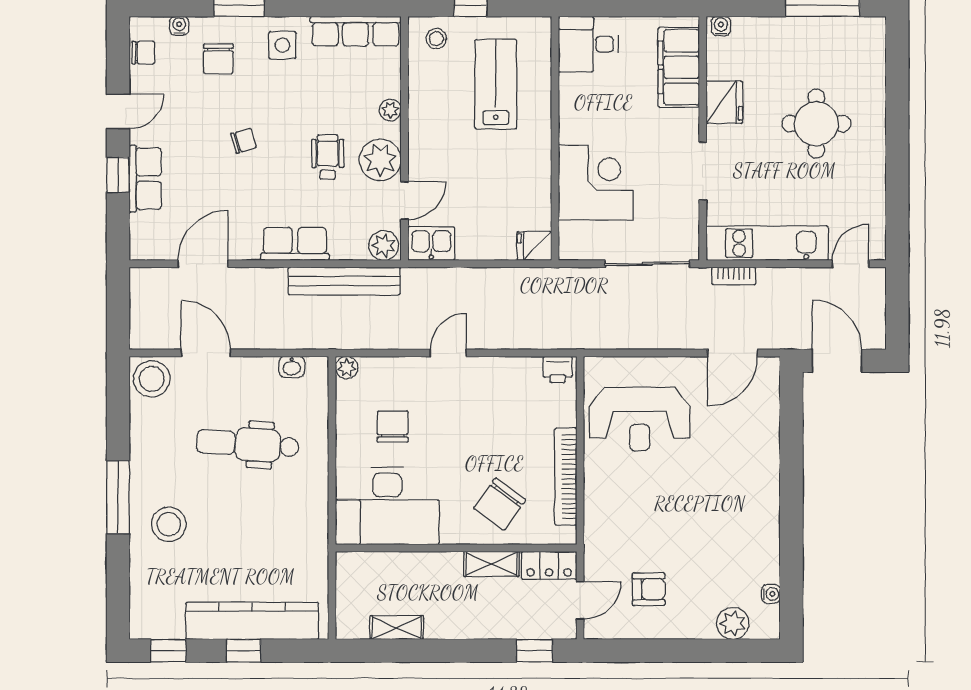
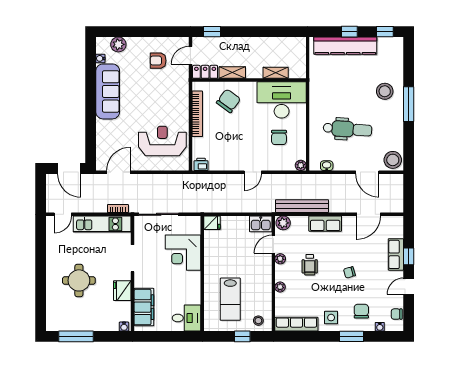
plant: (380, 160) -> (280, 259), width x0.53, depth x0.53
sofa: (755, 524) -> (108, 91), added
shelving: (397, 628) -> (276, 73), moved

